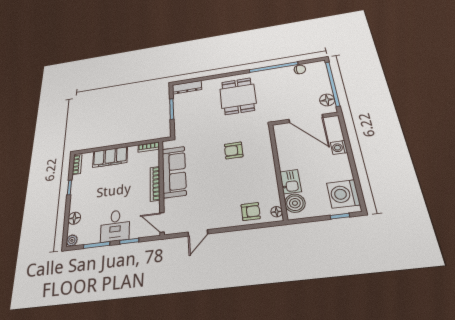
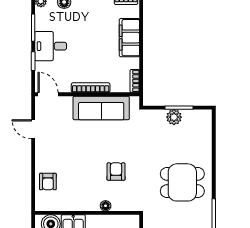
dresser: (187, 87) -> (205, 126), removed
plant: (180, 112) -> (174, 117), added
floor lamp: (277, 212) -> (106, 206), moved
door: (162, 222) -> (48, 94), hinge flipped

